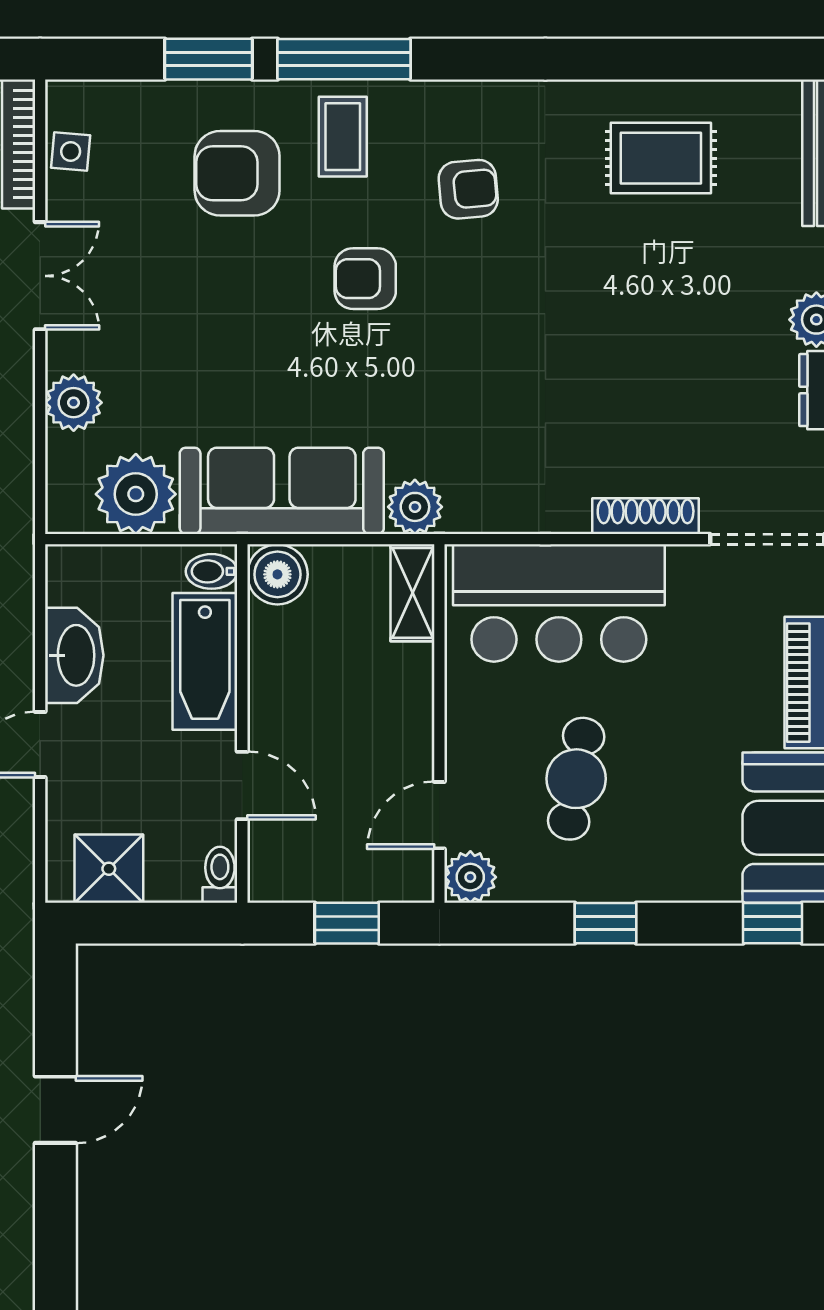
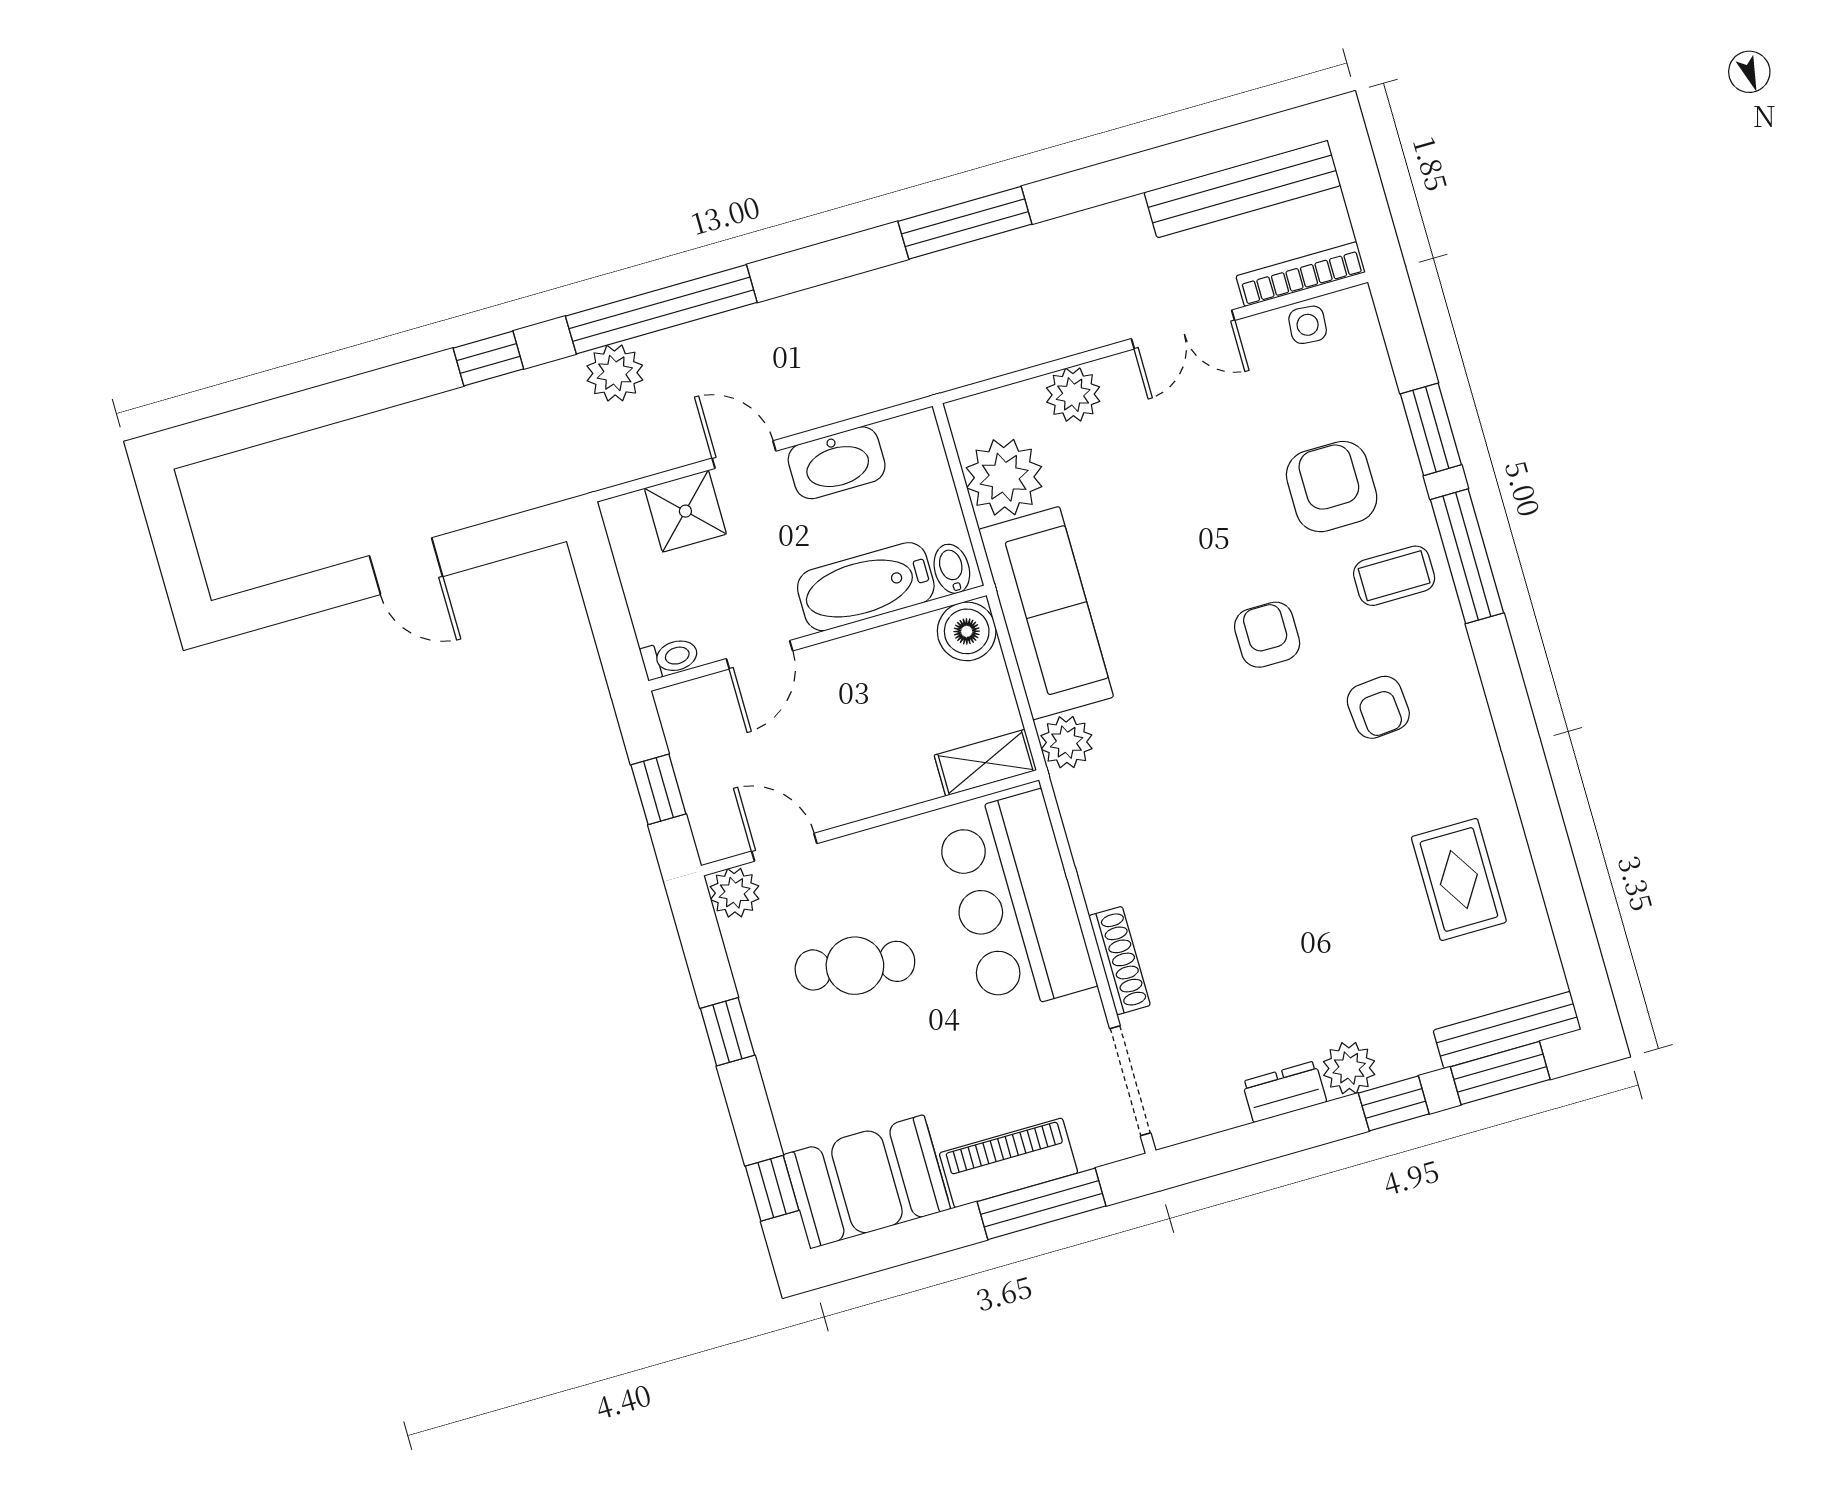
shower: (109, 869) -> (685, 511), moved

